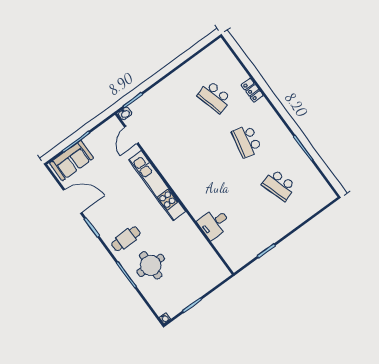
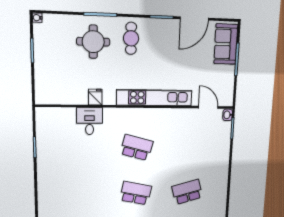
school desk: (279, 185) -> (137, 147), moved, turned 33
fridge: (192, 233) -> (95, 97), added

